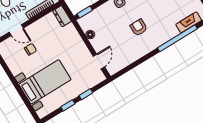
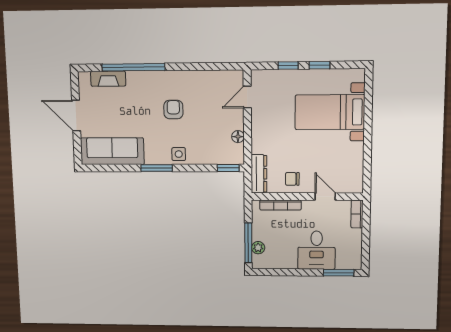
dresser: (62, 16) -> (259, 174), width x1.44
armchair: (139, 27) -> (173, 110), turned 180
chair: (30, 49) -> (292, 179), moved

